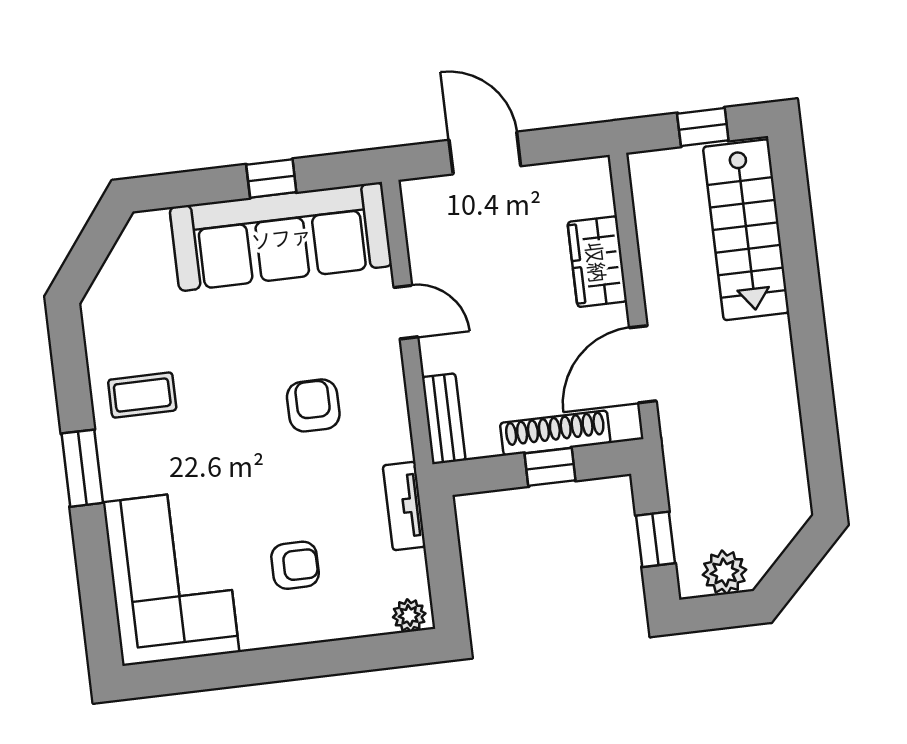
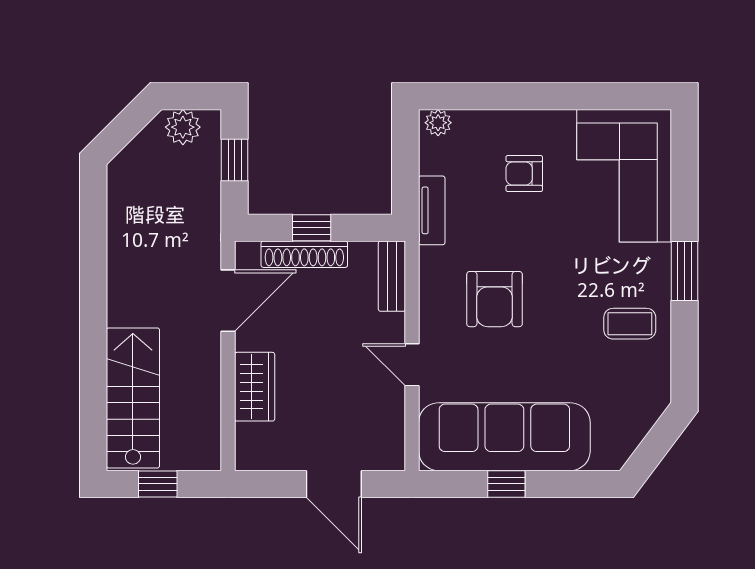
armchair: (313, 405) -> (495, 299), width x1.38, depth x1.38

